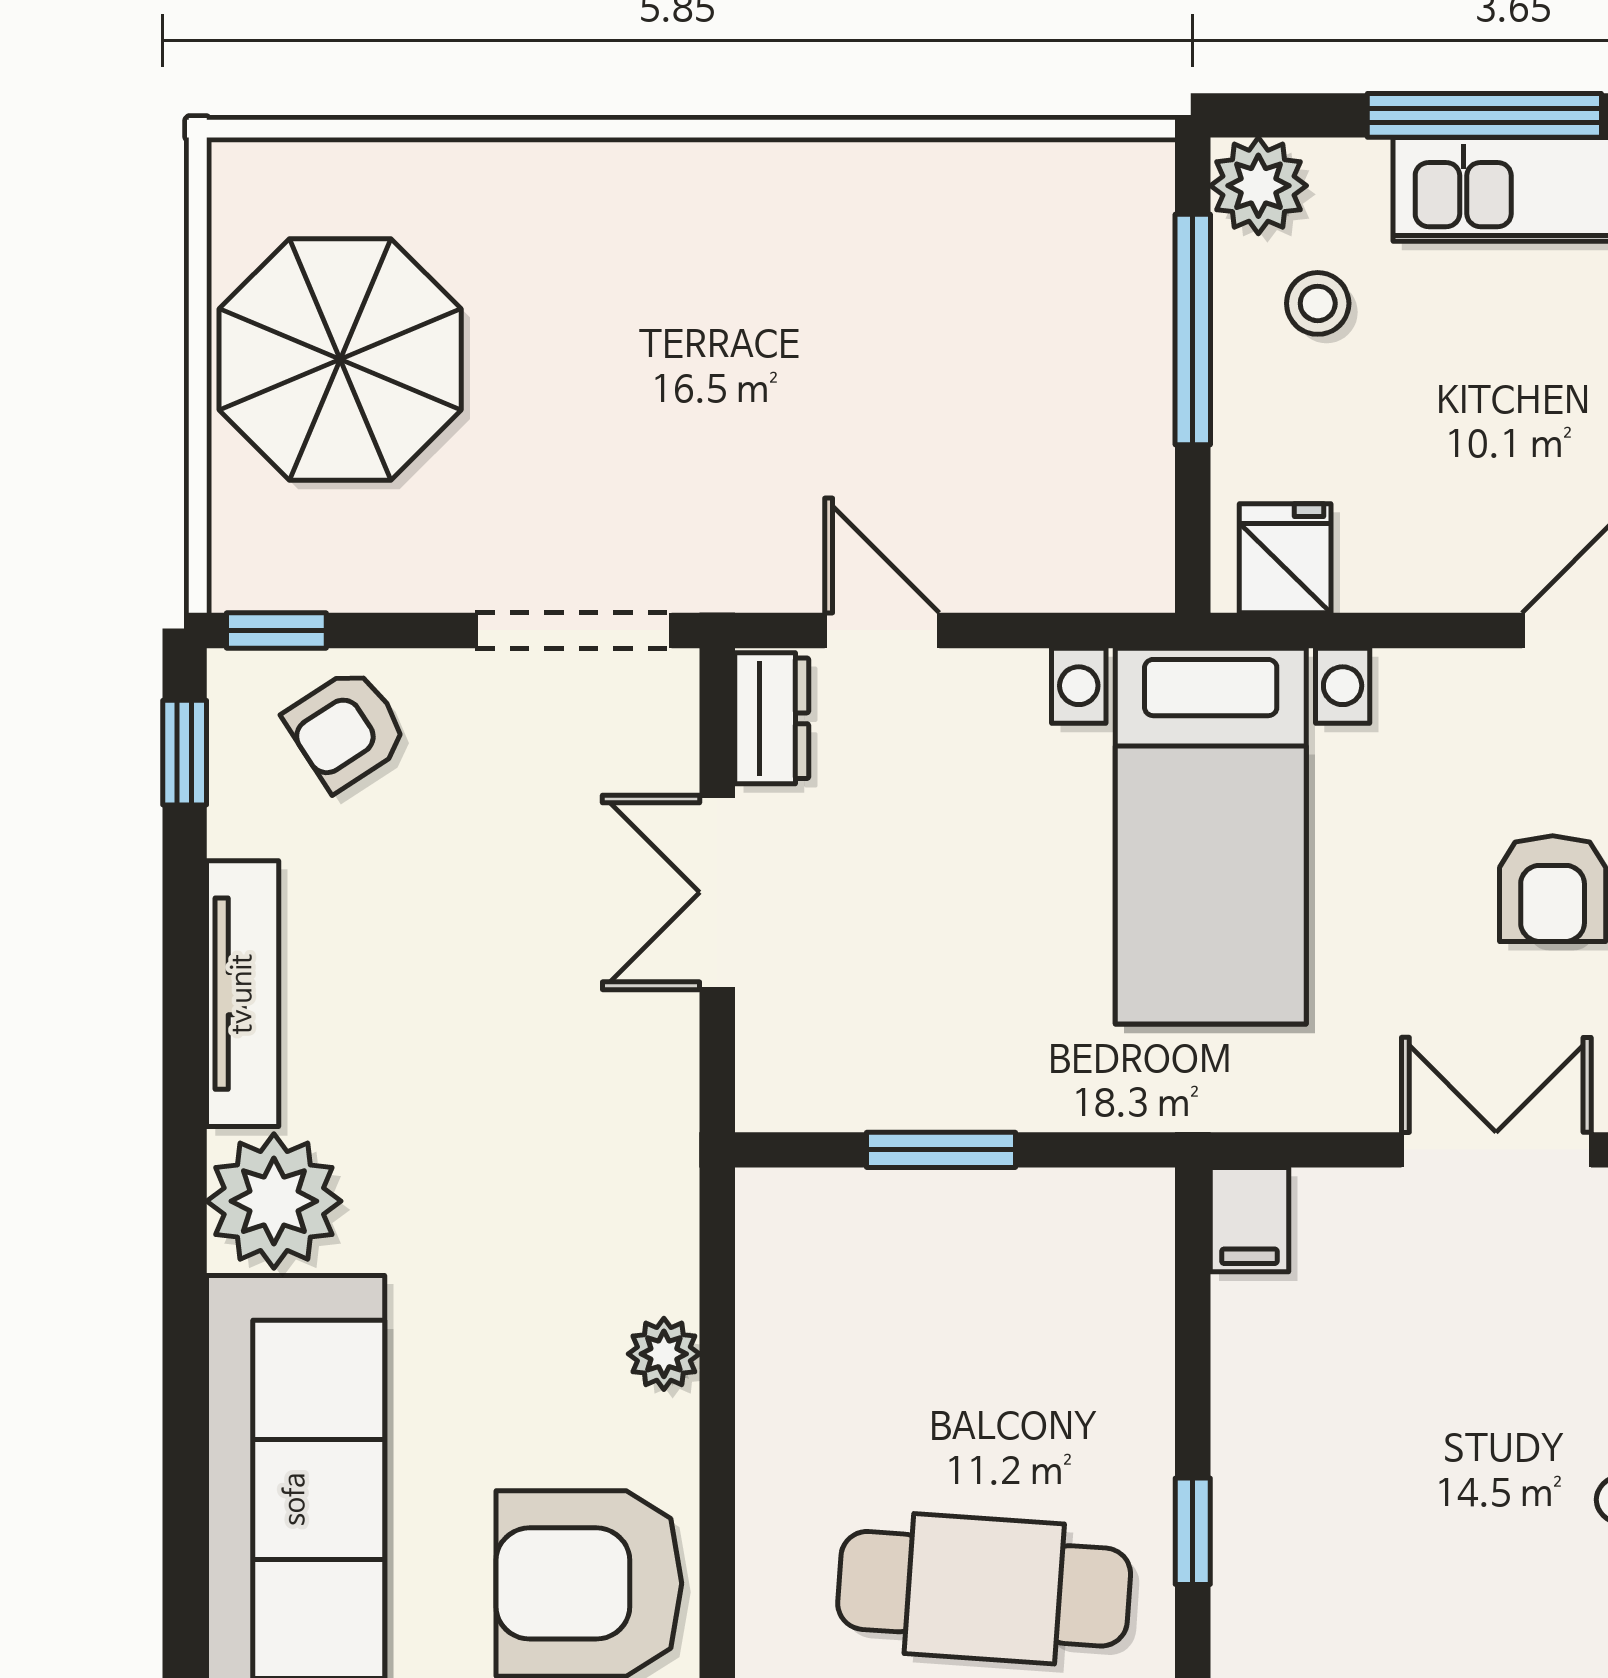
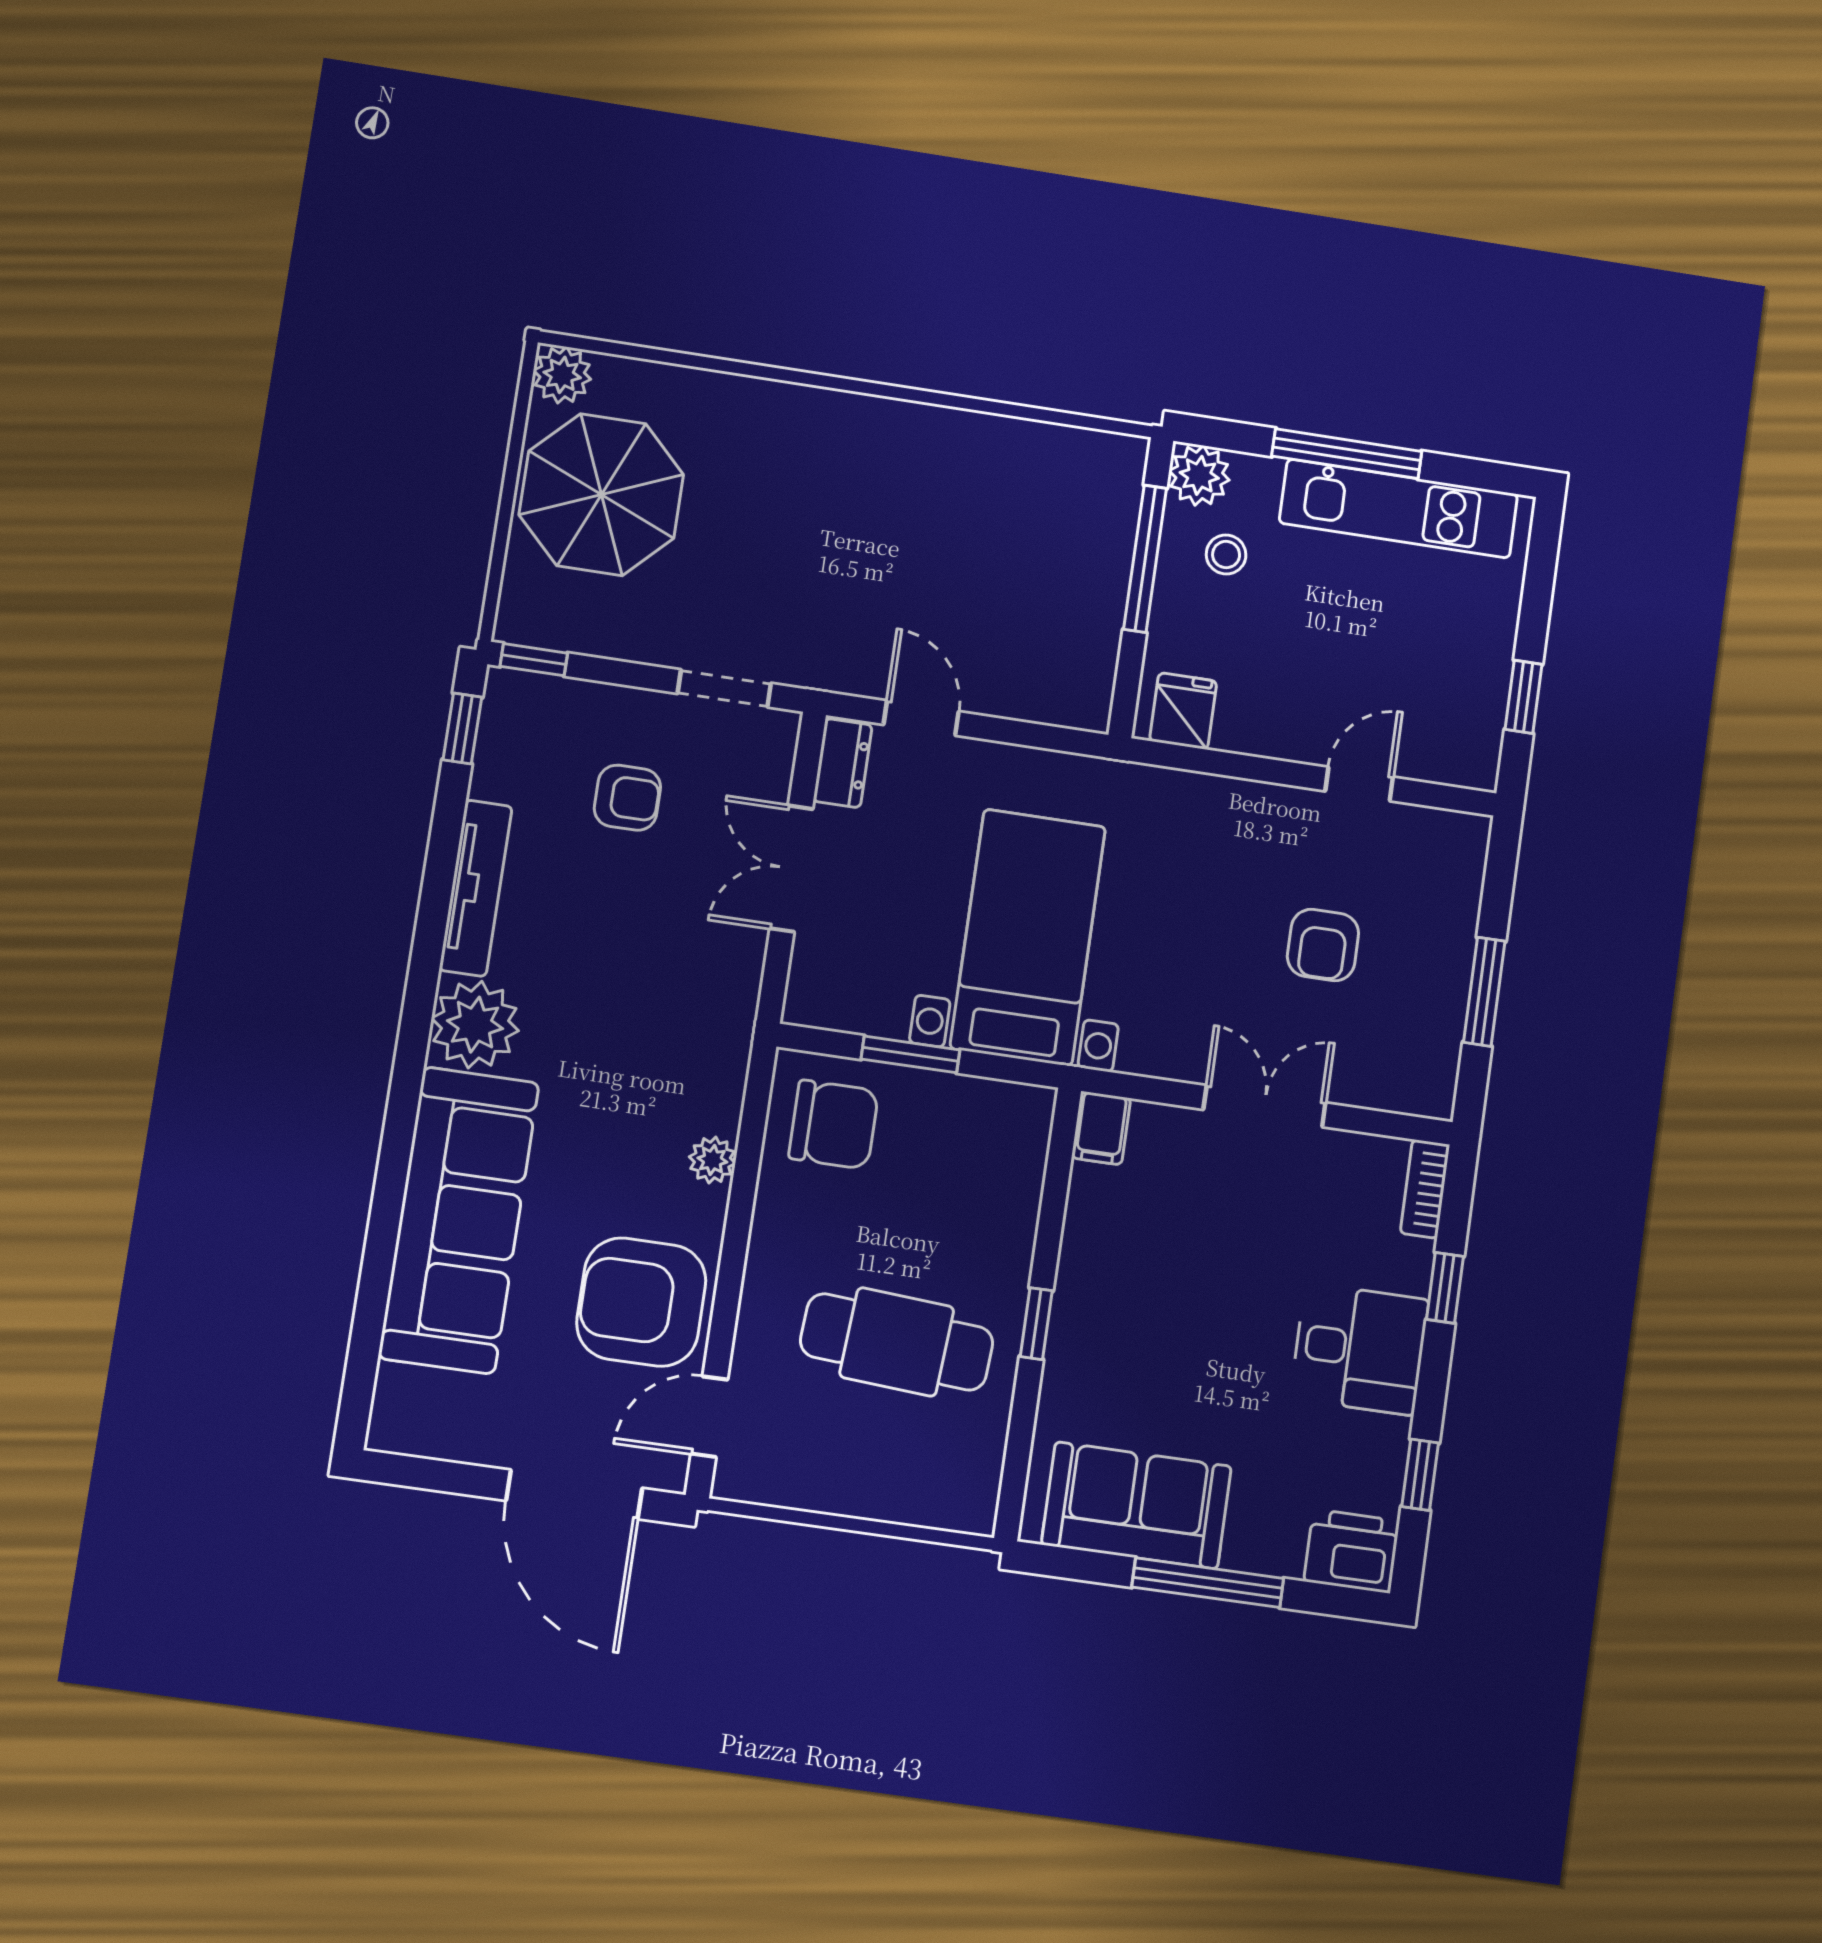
plant: (252, 182) -> (562, 375), added
doorway: (573, 630) -> (724, 688), width x0.73
armchair: (346, 729) -> (627, 798), moved, turned -147
bed with nightstands: (1211, 836) -> (1028, 937), moved, turned 180
chair: (840, 1274) -> (834, 1125), added

